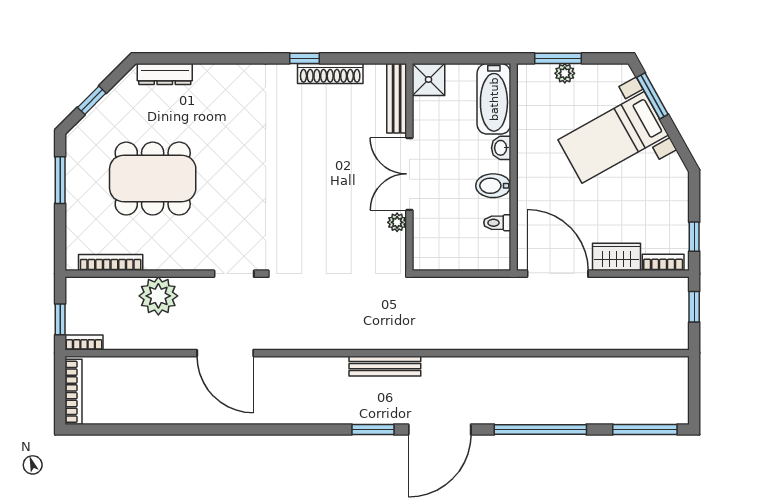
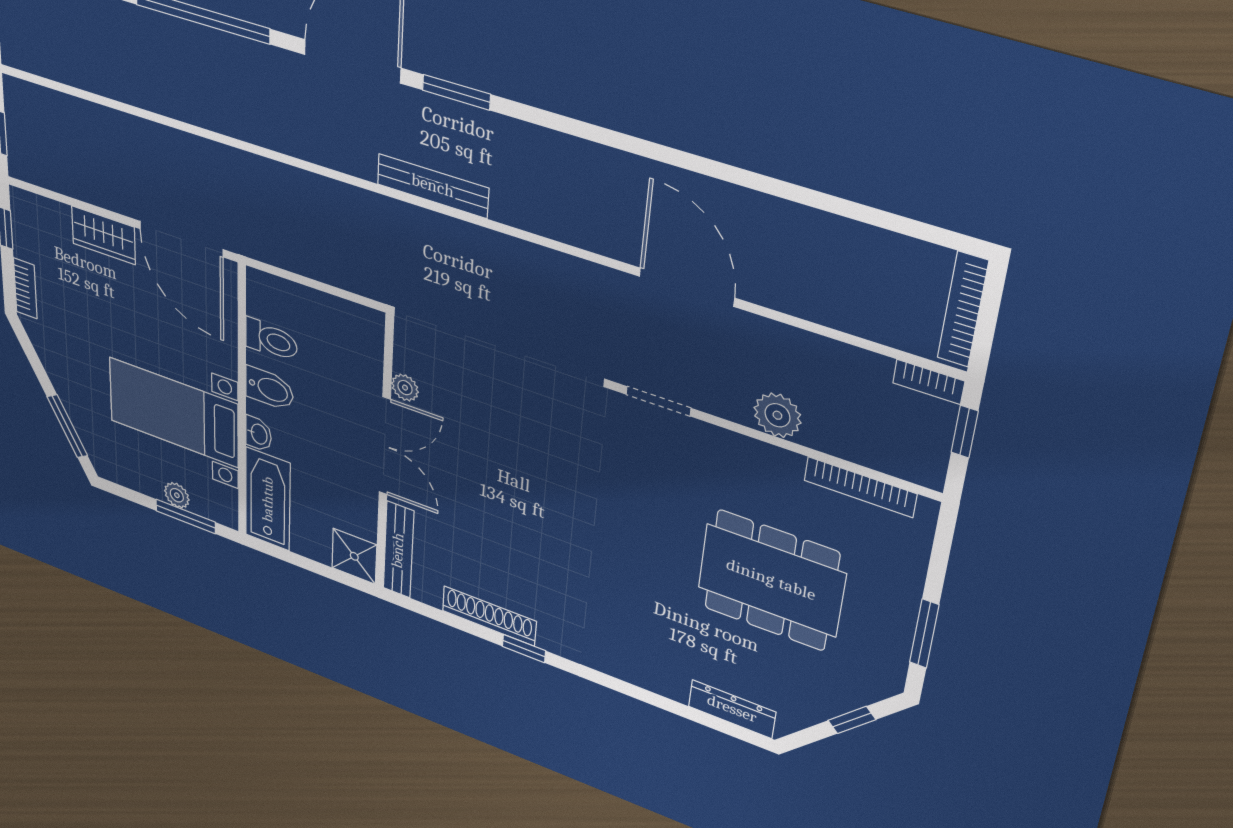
bed with nightstands: (613, 137) -> (174, 412), moved, turned -151
toilet: (497, 223) -> (271, 340), width x1.37, depth x1.39
bookcase: (663, 262) -> (25, 288), moved, turned -90
plant: (158, 296) -> (777, 415), width x0.73, depth x0.73

